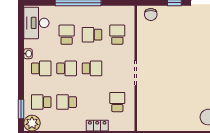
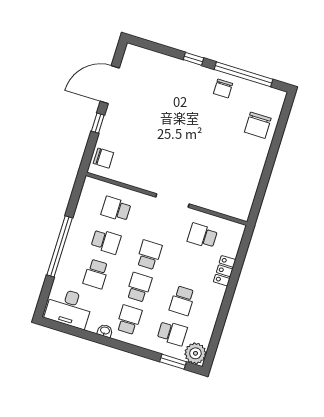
school desk: (67, 35) -> (96, 274), turned -90
school desk: (92, 35) -> (106, 241), turned -90
school desk: (41, 102) -> (172, 333), turned -90

